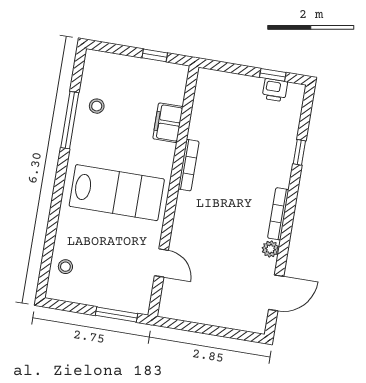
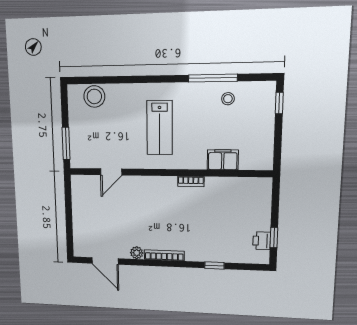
window: (155, 55) -> (279, 103), moved
bookcase: (189, 165) -> (191, 182), width x0.64
lab bench: (117, 193) -> (160, 128), width x0.73, depth x0.72
stool: (65, 267) -> (94, 96), width x1.89, depth x1.89

